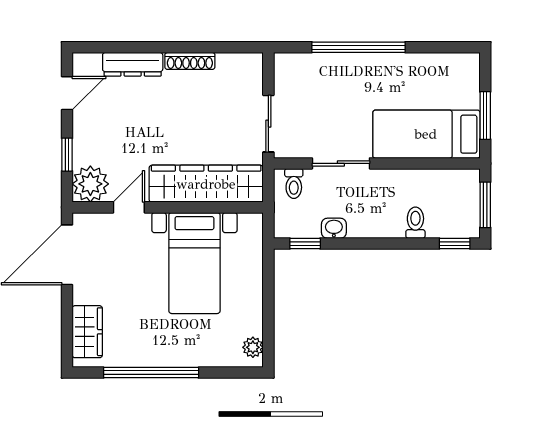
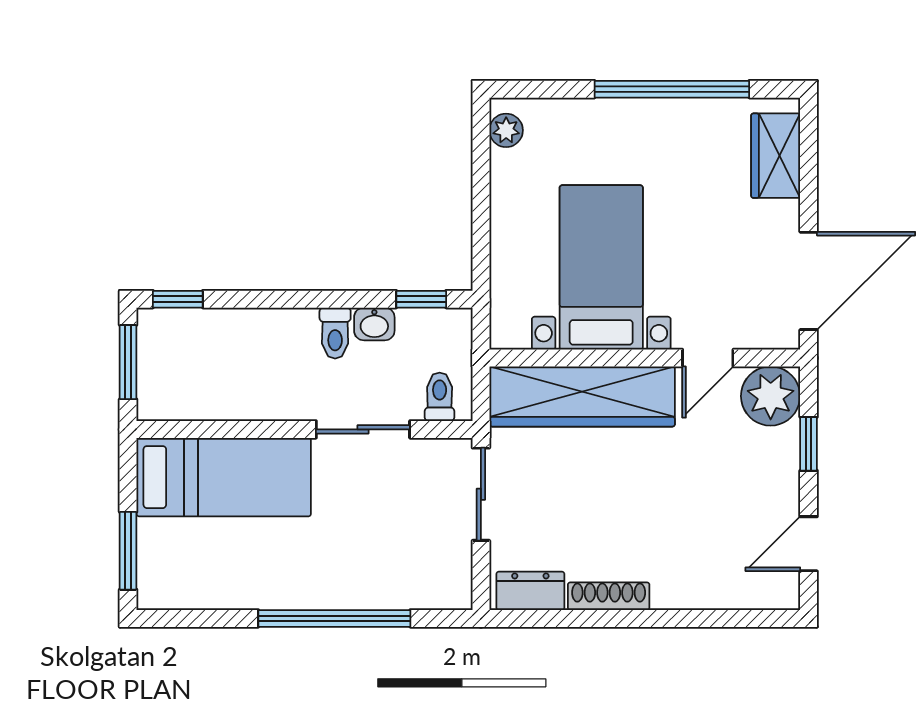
dresser: (133, 64) -> (530, 591), moved, width x0.70
window: (485, 115) -> (128, 551), moved
toilet: (415, 223) -> (335, 333), moved

